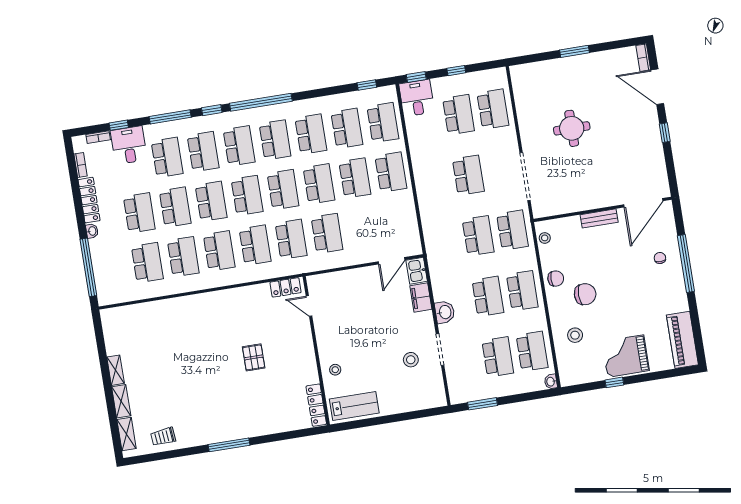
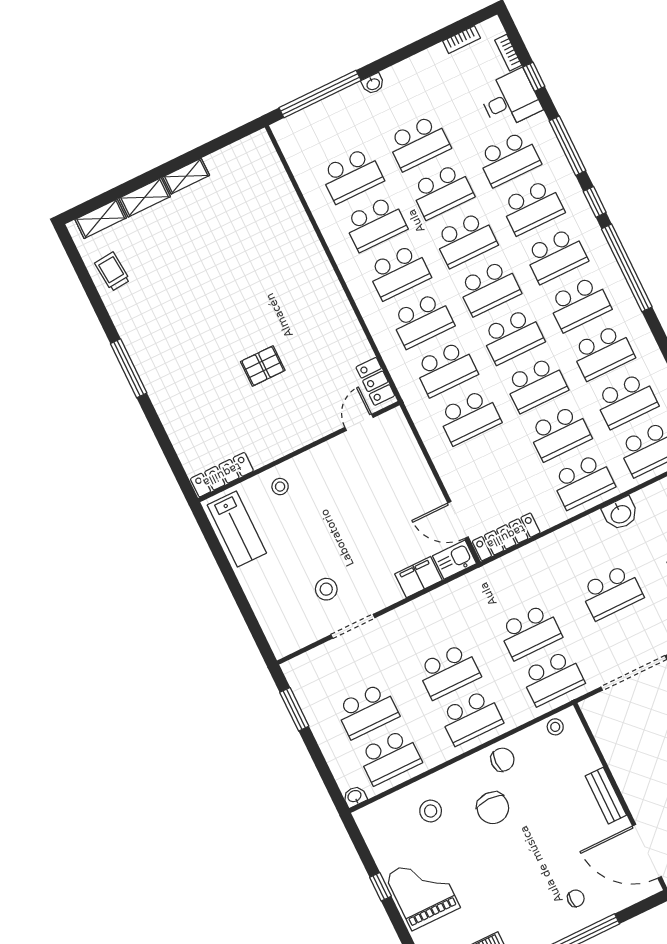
locker: (89, 200) -> (506, 537), moved, turned 180
chair: (556, 279) -> (502, 760), turned -90
washbasin: (445, 312) -> (620, 514), moved

